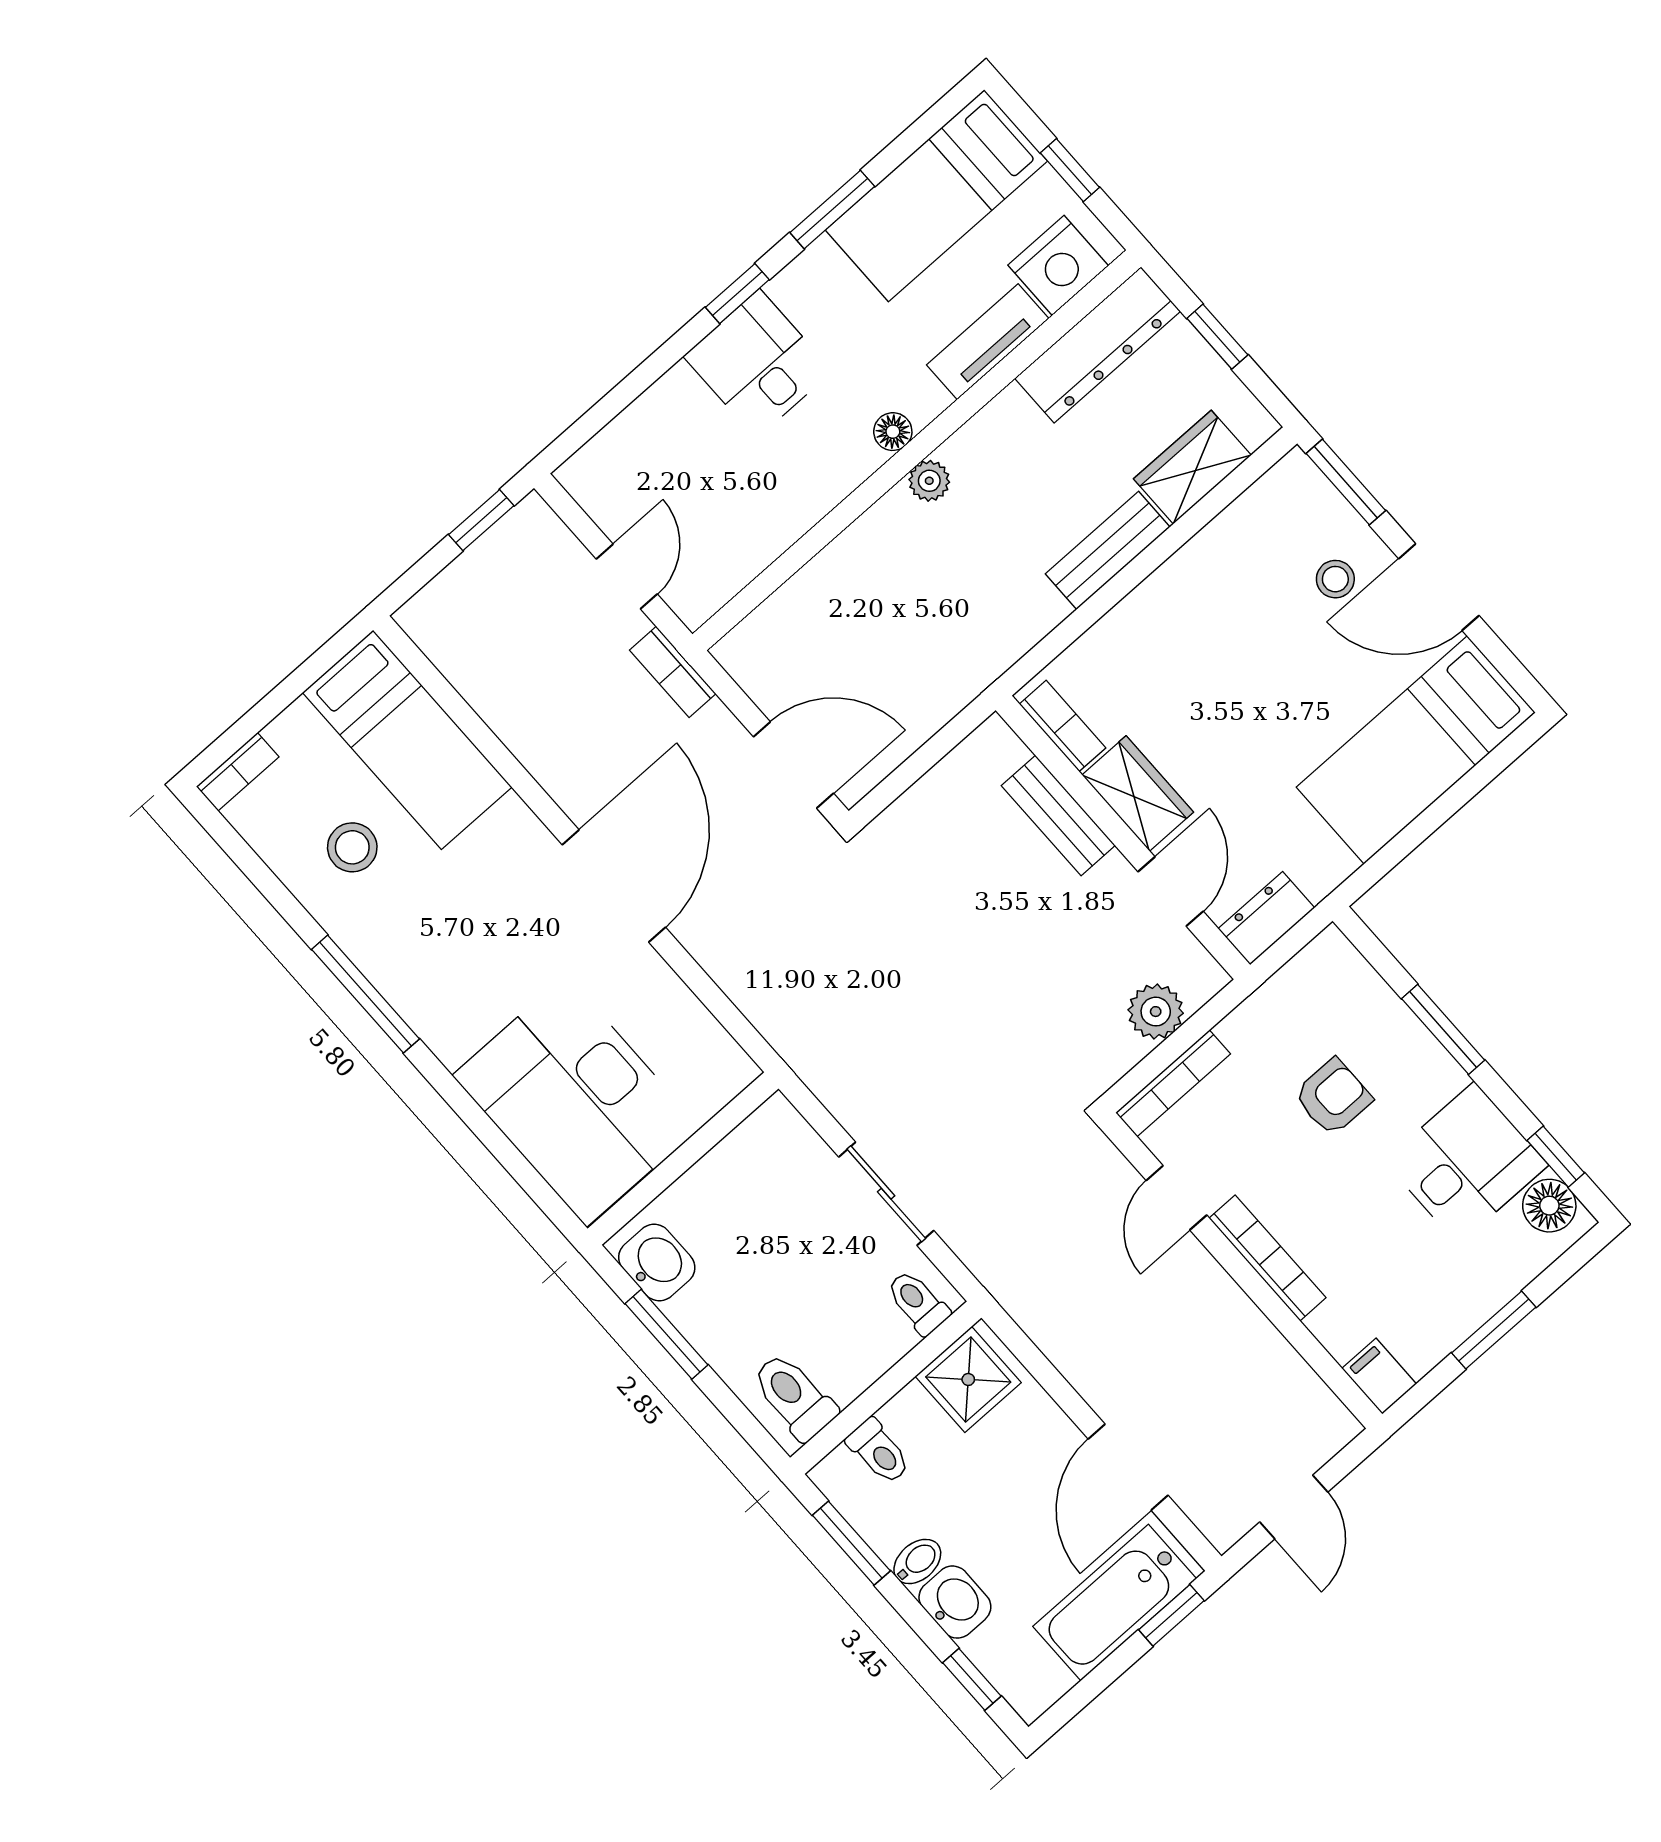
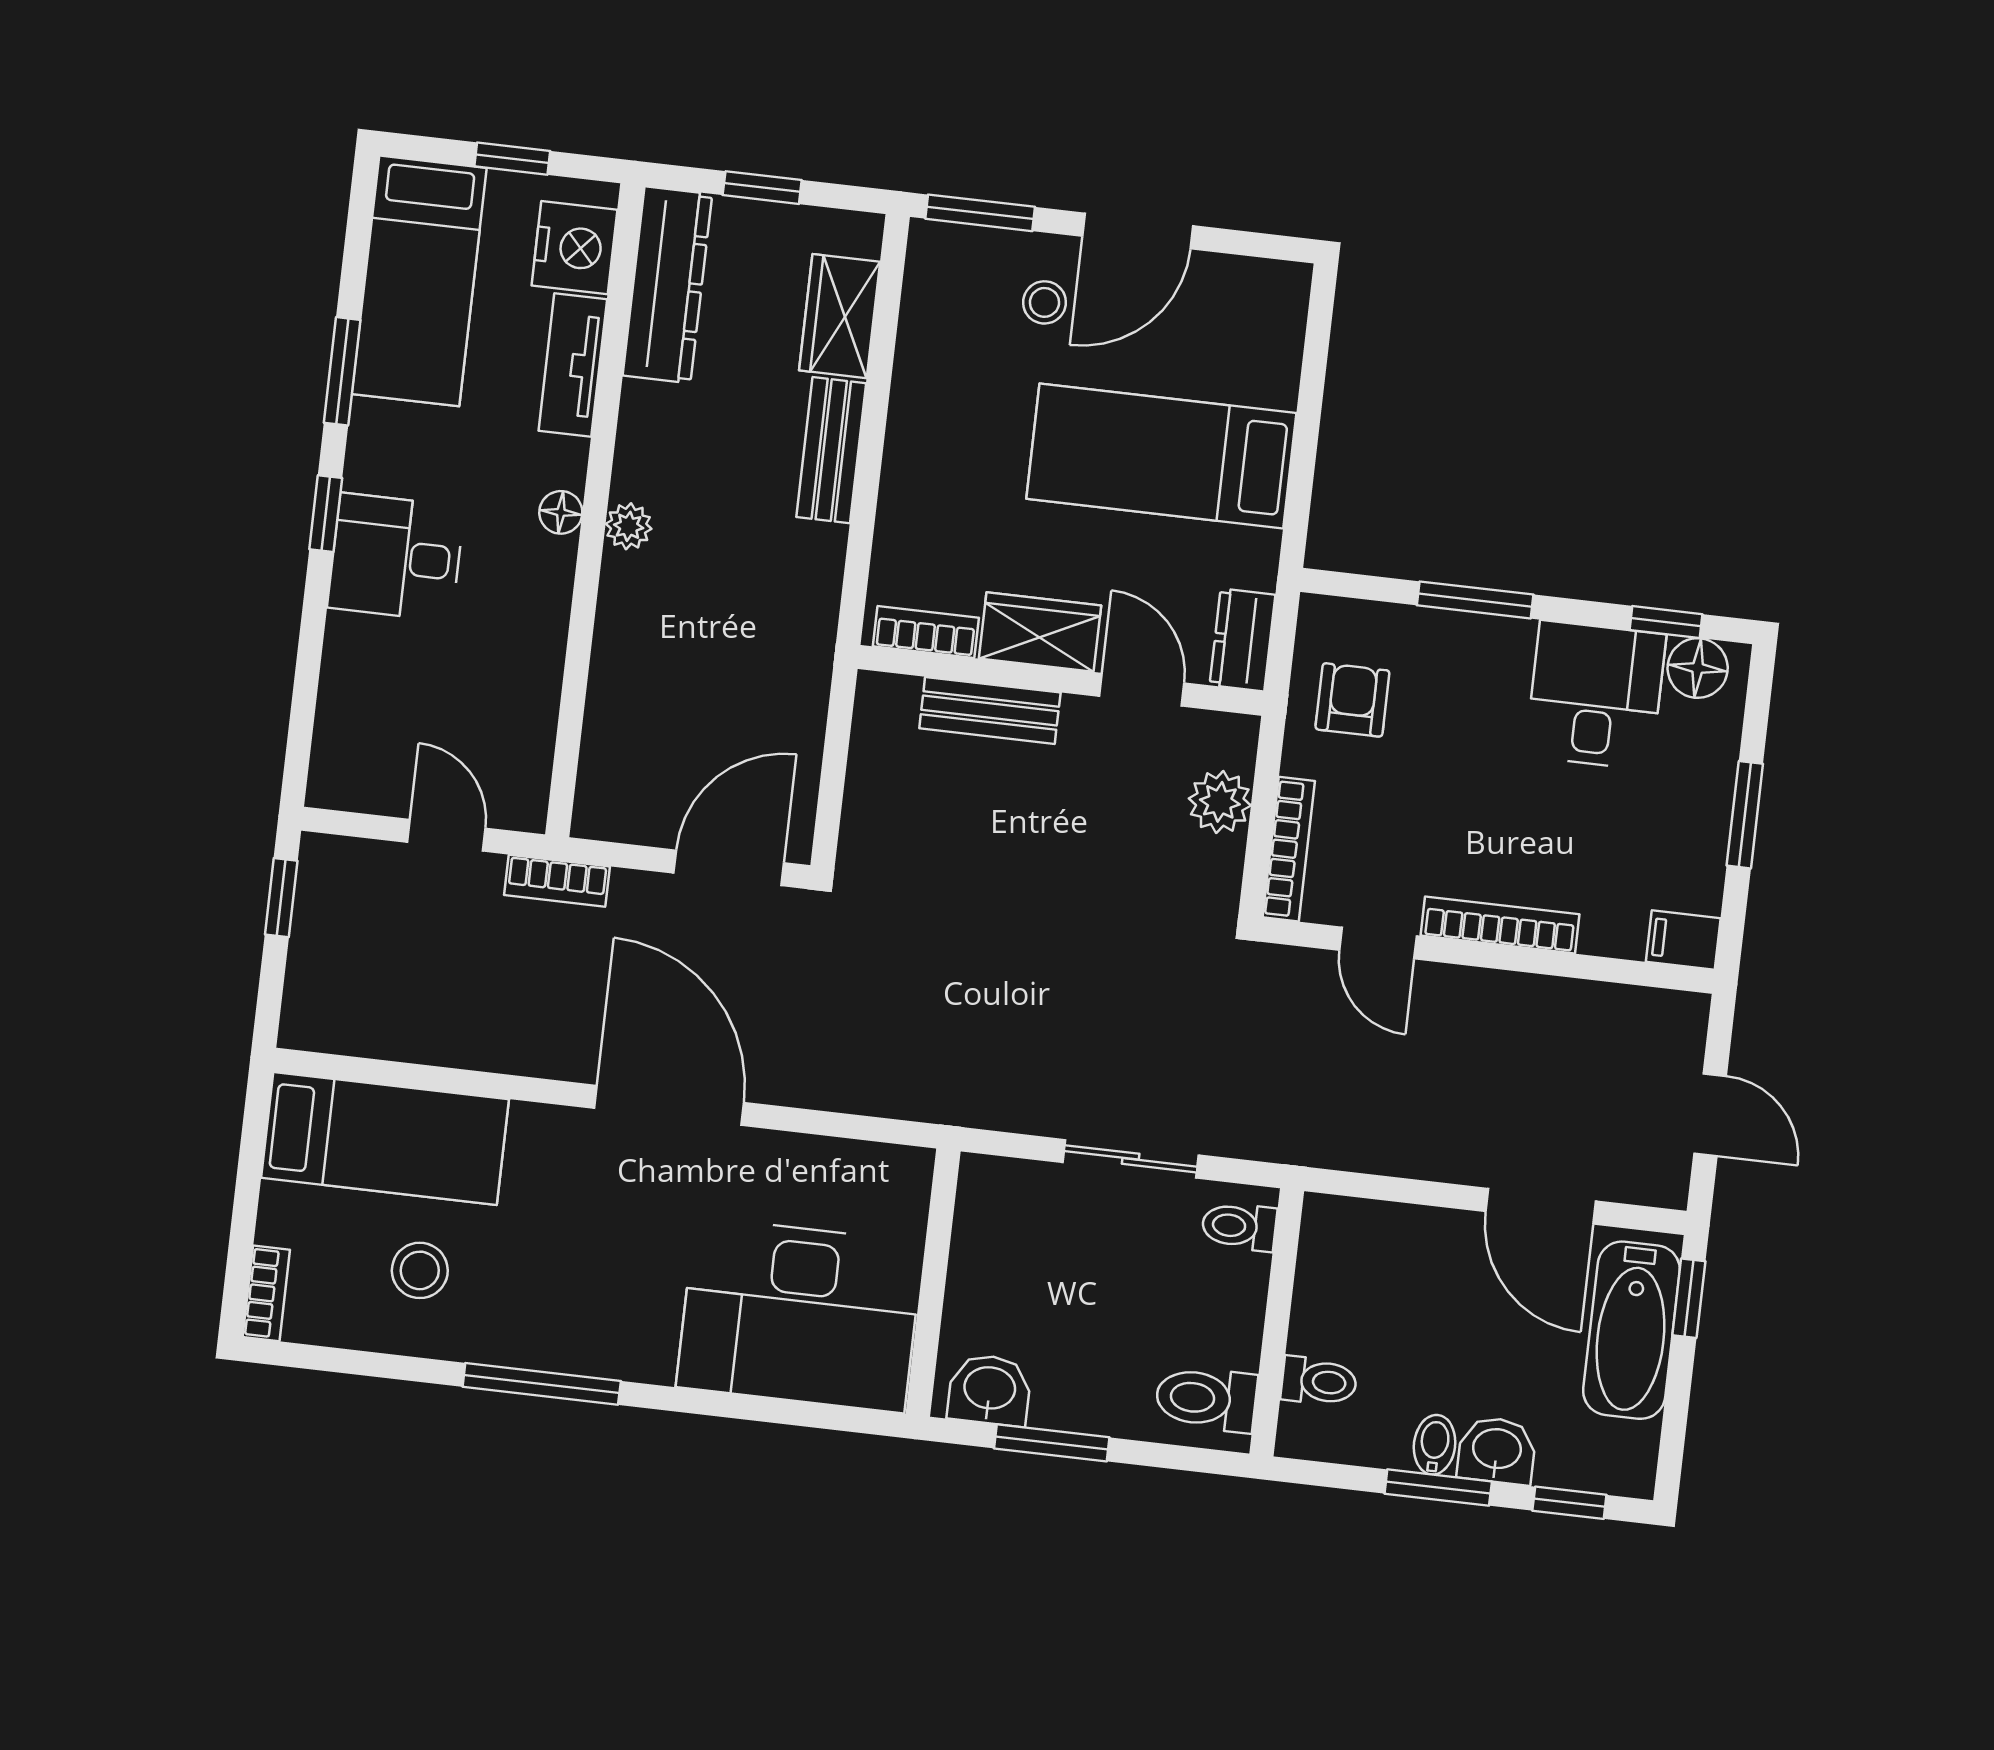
bed: (1416, 750) -> (1161, 456), moved, turned 90
armchair: (1333, 1097) -> (1352, 700), moved
shower: (968, 1379) -> (1340, 1253), removed
window: (851, 1543) -> (1438, 1488), moved

